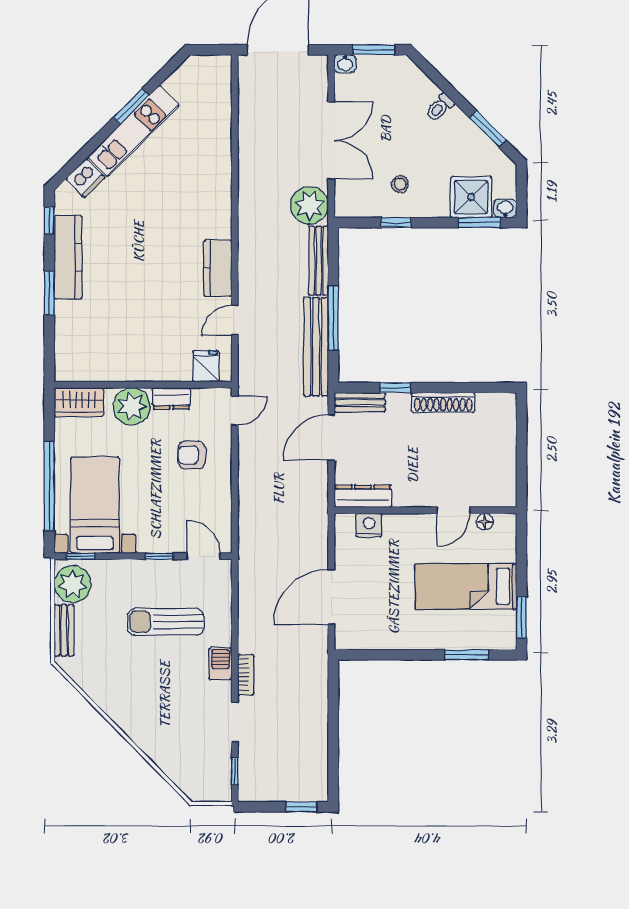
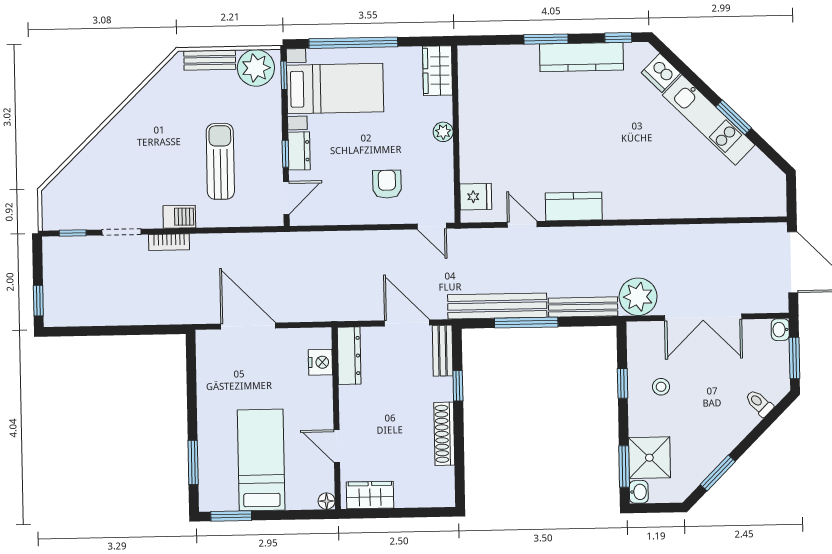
toilet: (440, 107) -> (759, 403), moved
dresser: (171, 398) -> (299, 151), moved, turned 180
plant: (132, 406) -> (443, 132), width x0.53, depth x0.53
wardrobe: (503, 478) -> (370, 495), added
floor lamp: (485, 522) -> (327, 501), moved

